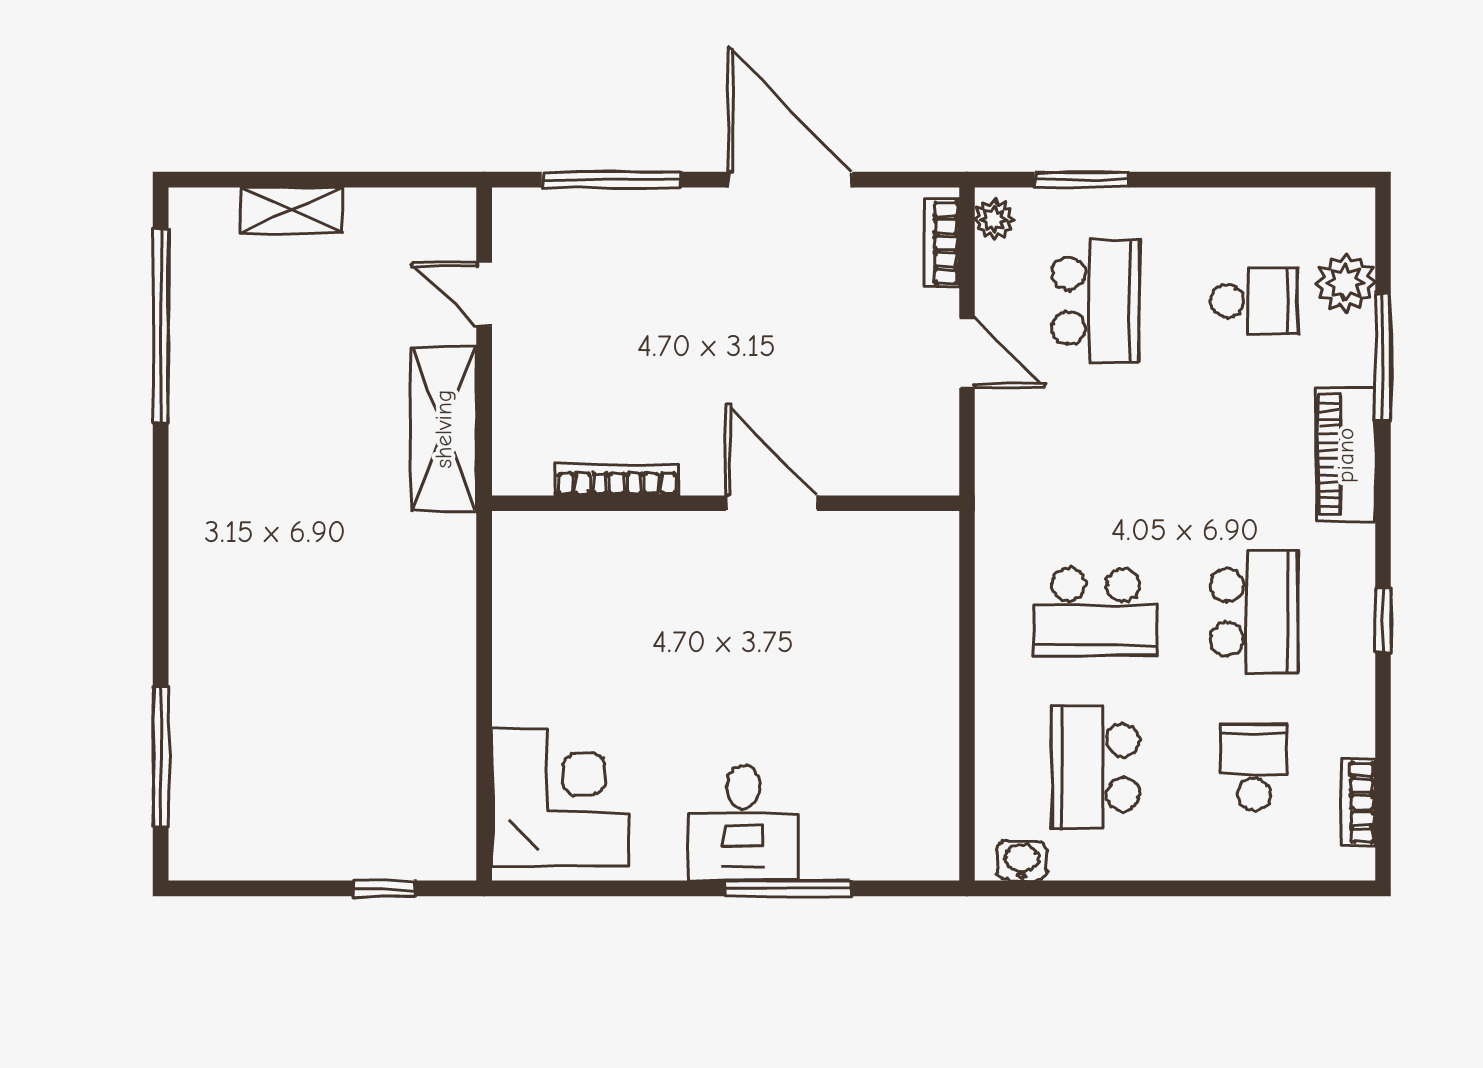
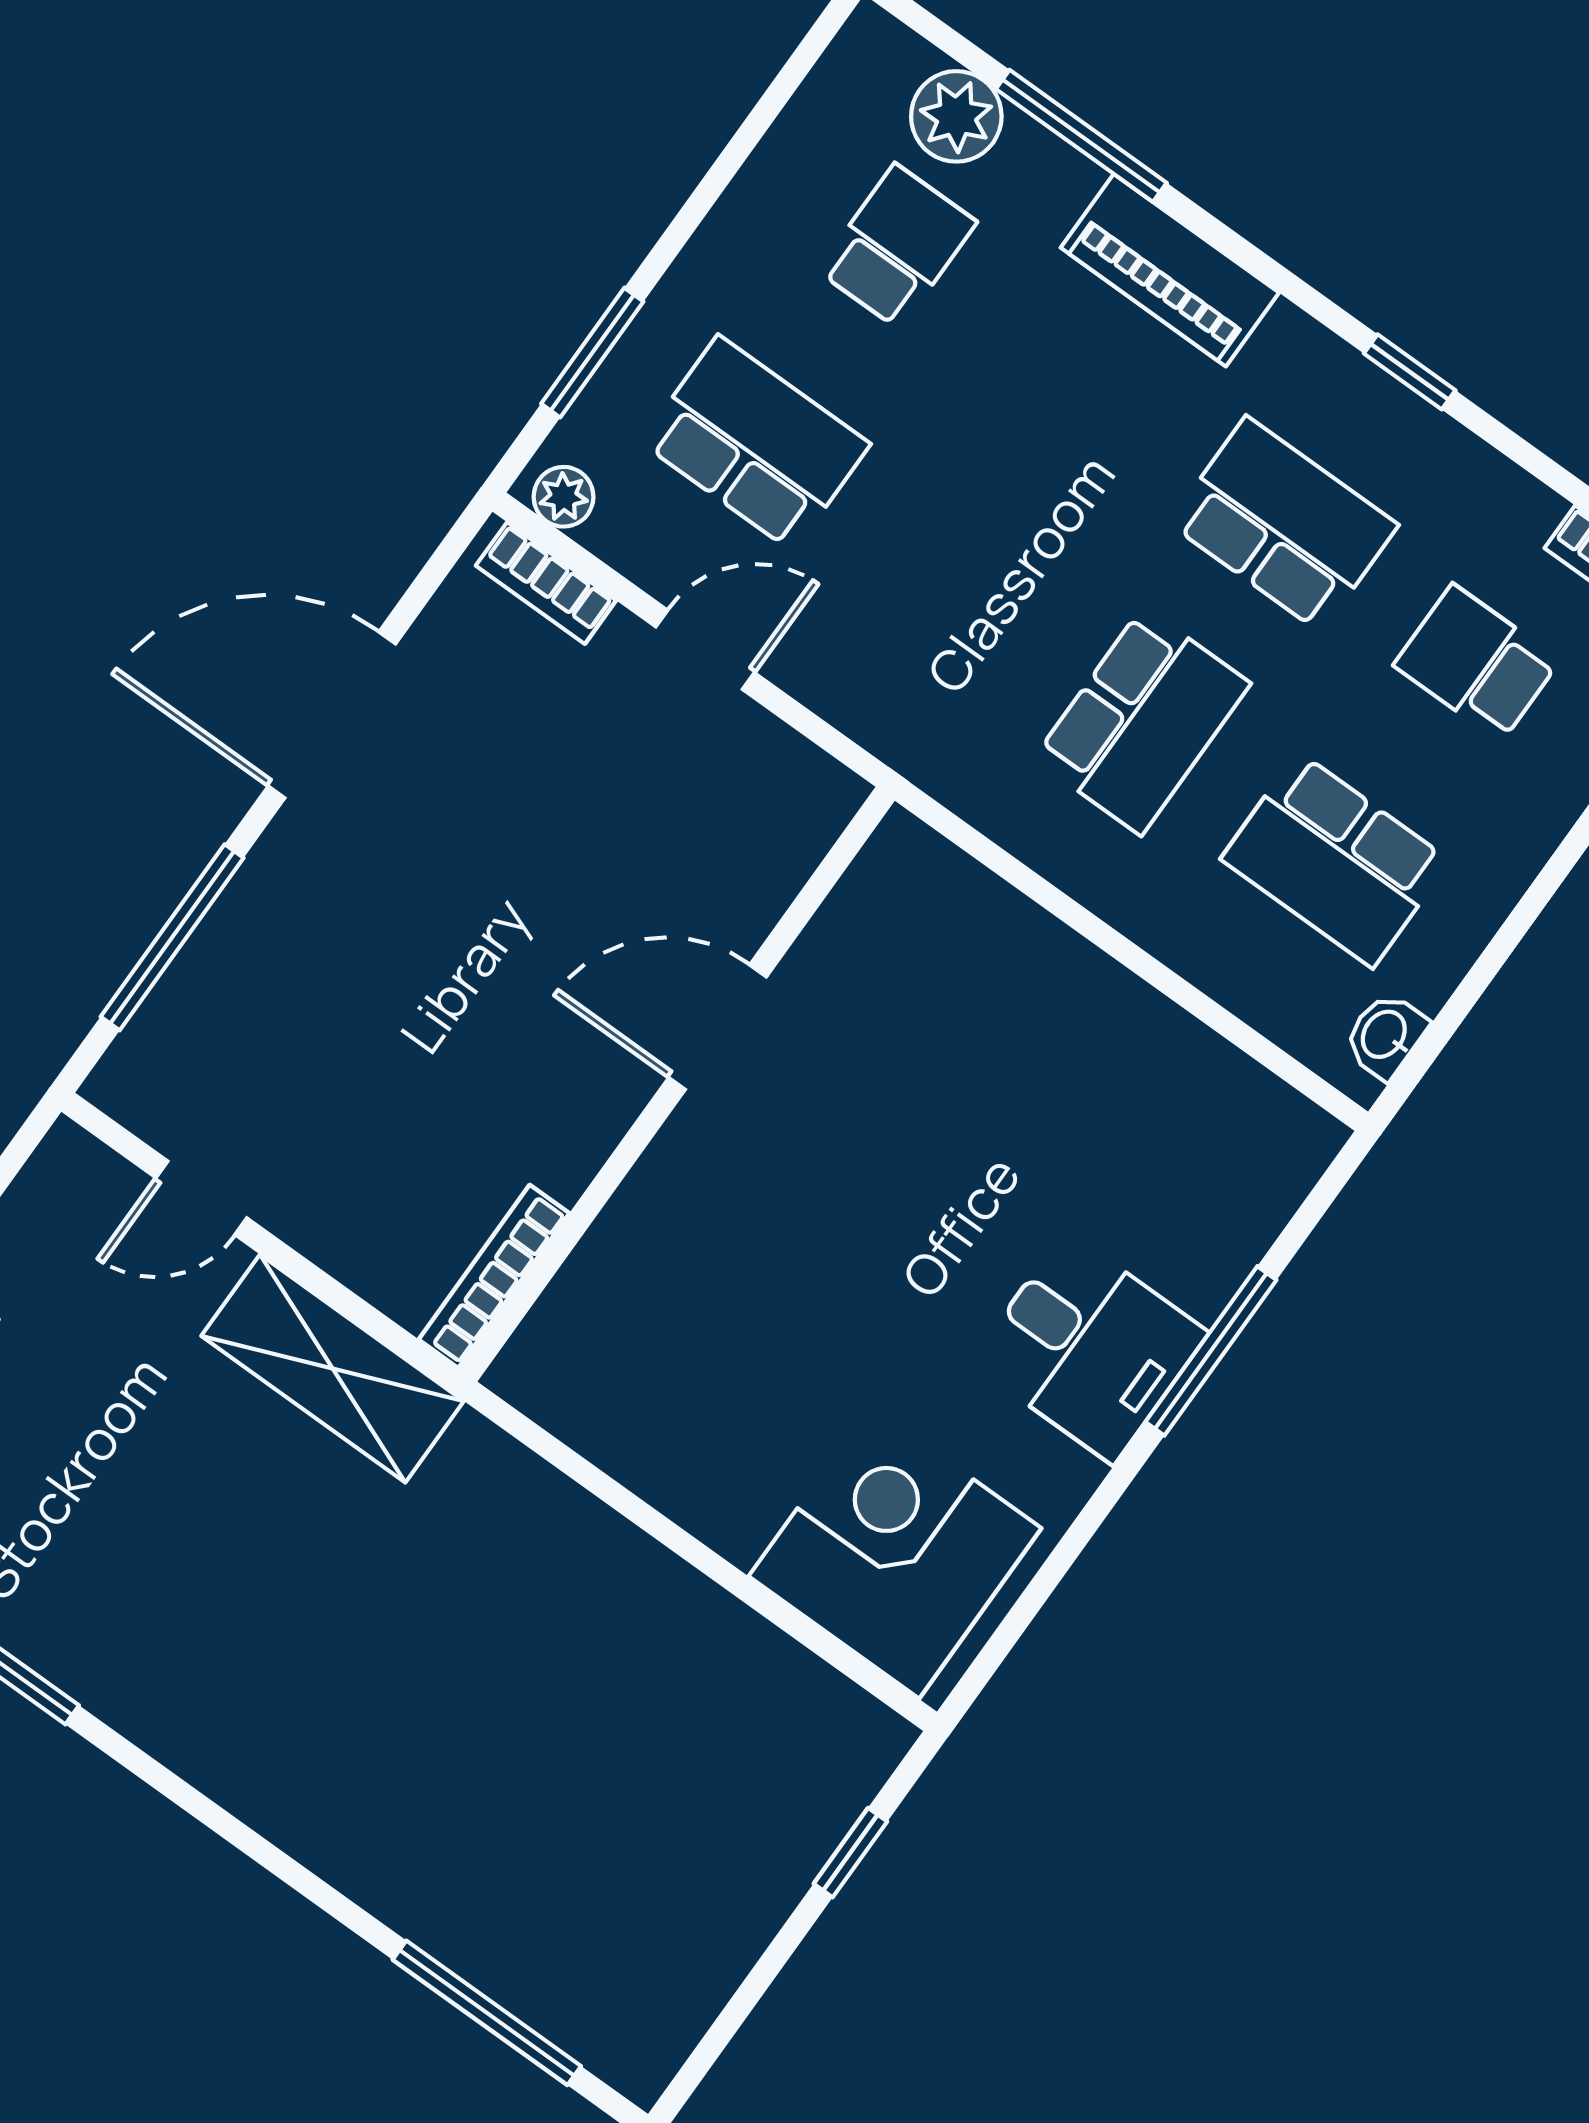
bookcase: (617, 480) -> (494, 1276), moved

